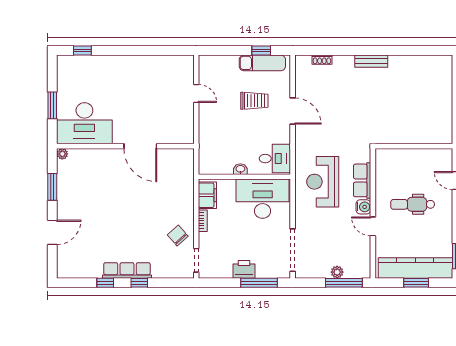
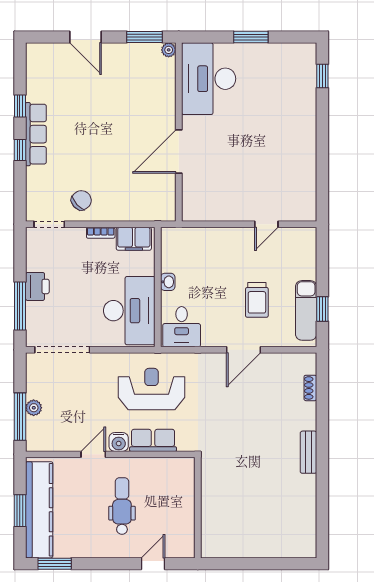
desk: (84, 123) -> (209, 79), moved
wall: (125, 146) -> (179, 132), moved
door: (140, 146) -> (179, 152), moved
plant: (62, 154) -> (169, 50), moved

